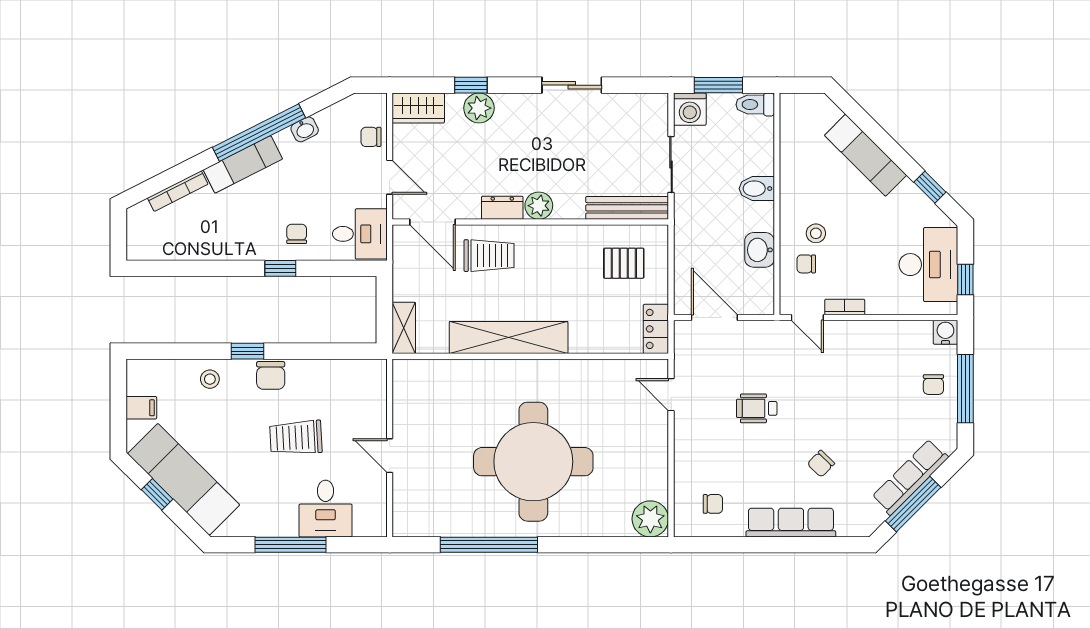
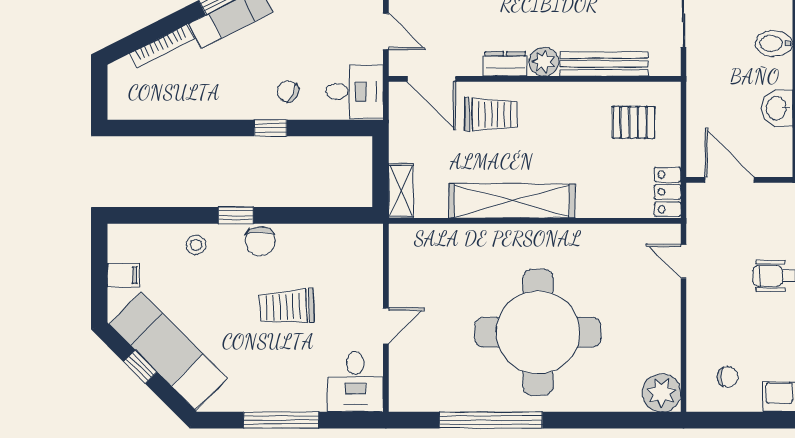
bench: (627, 208) -> (604, 64), moved
chair: (297, 234) -> (288, 91), turned -64
door: (390, 456) -> (386, 326), swing flipped
desk: (326, 509) -> (355, 382), moved

